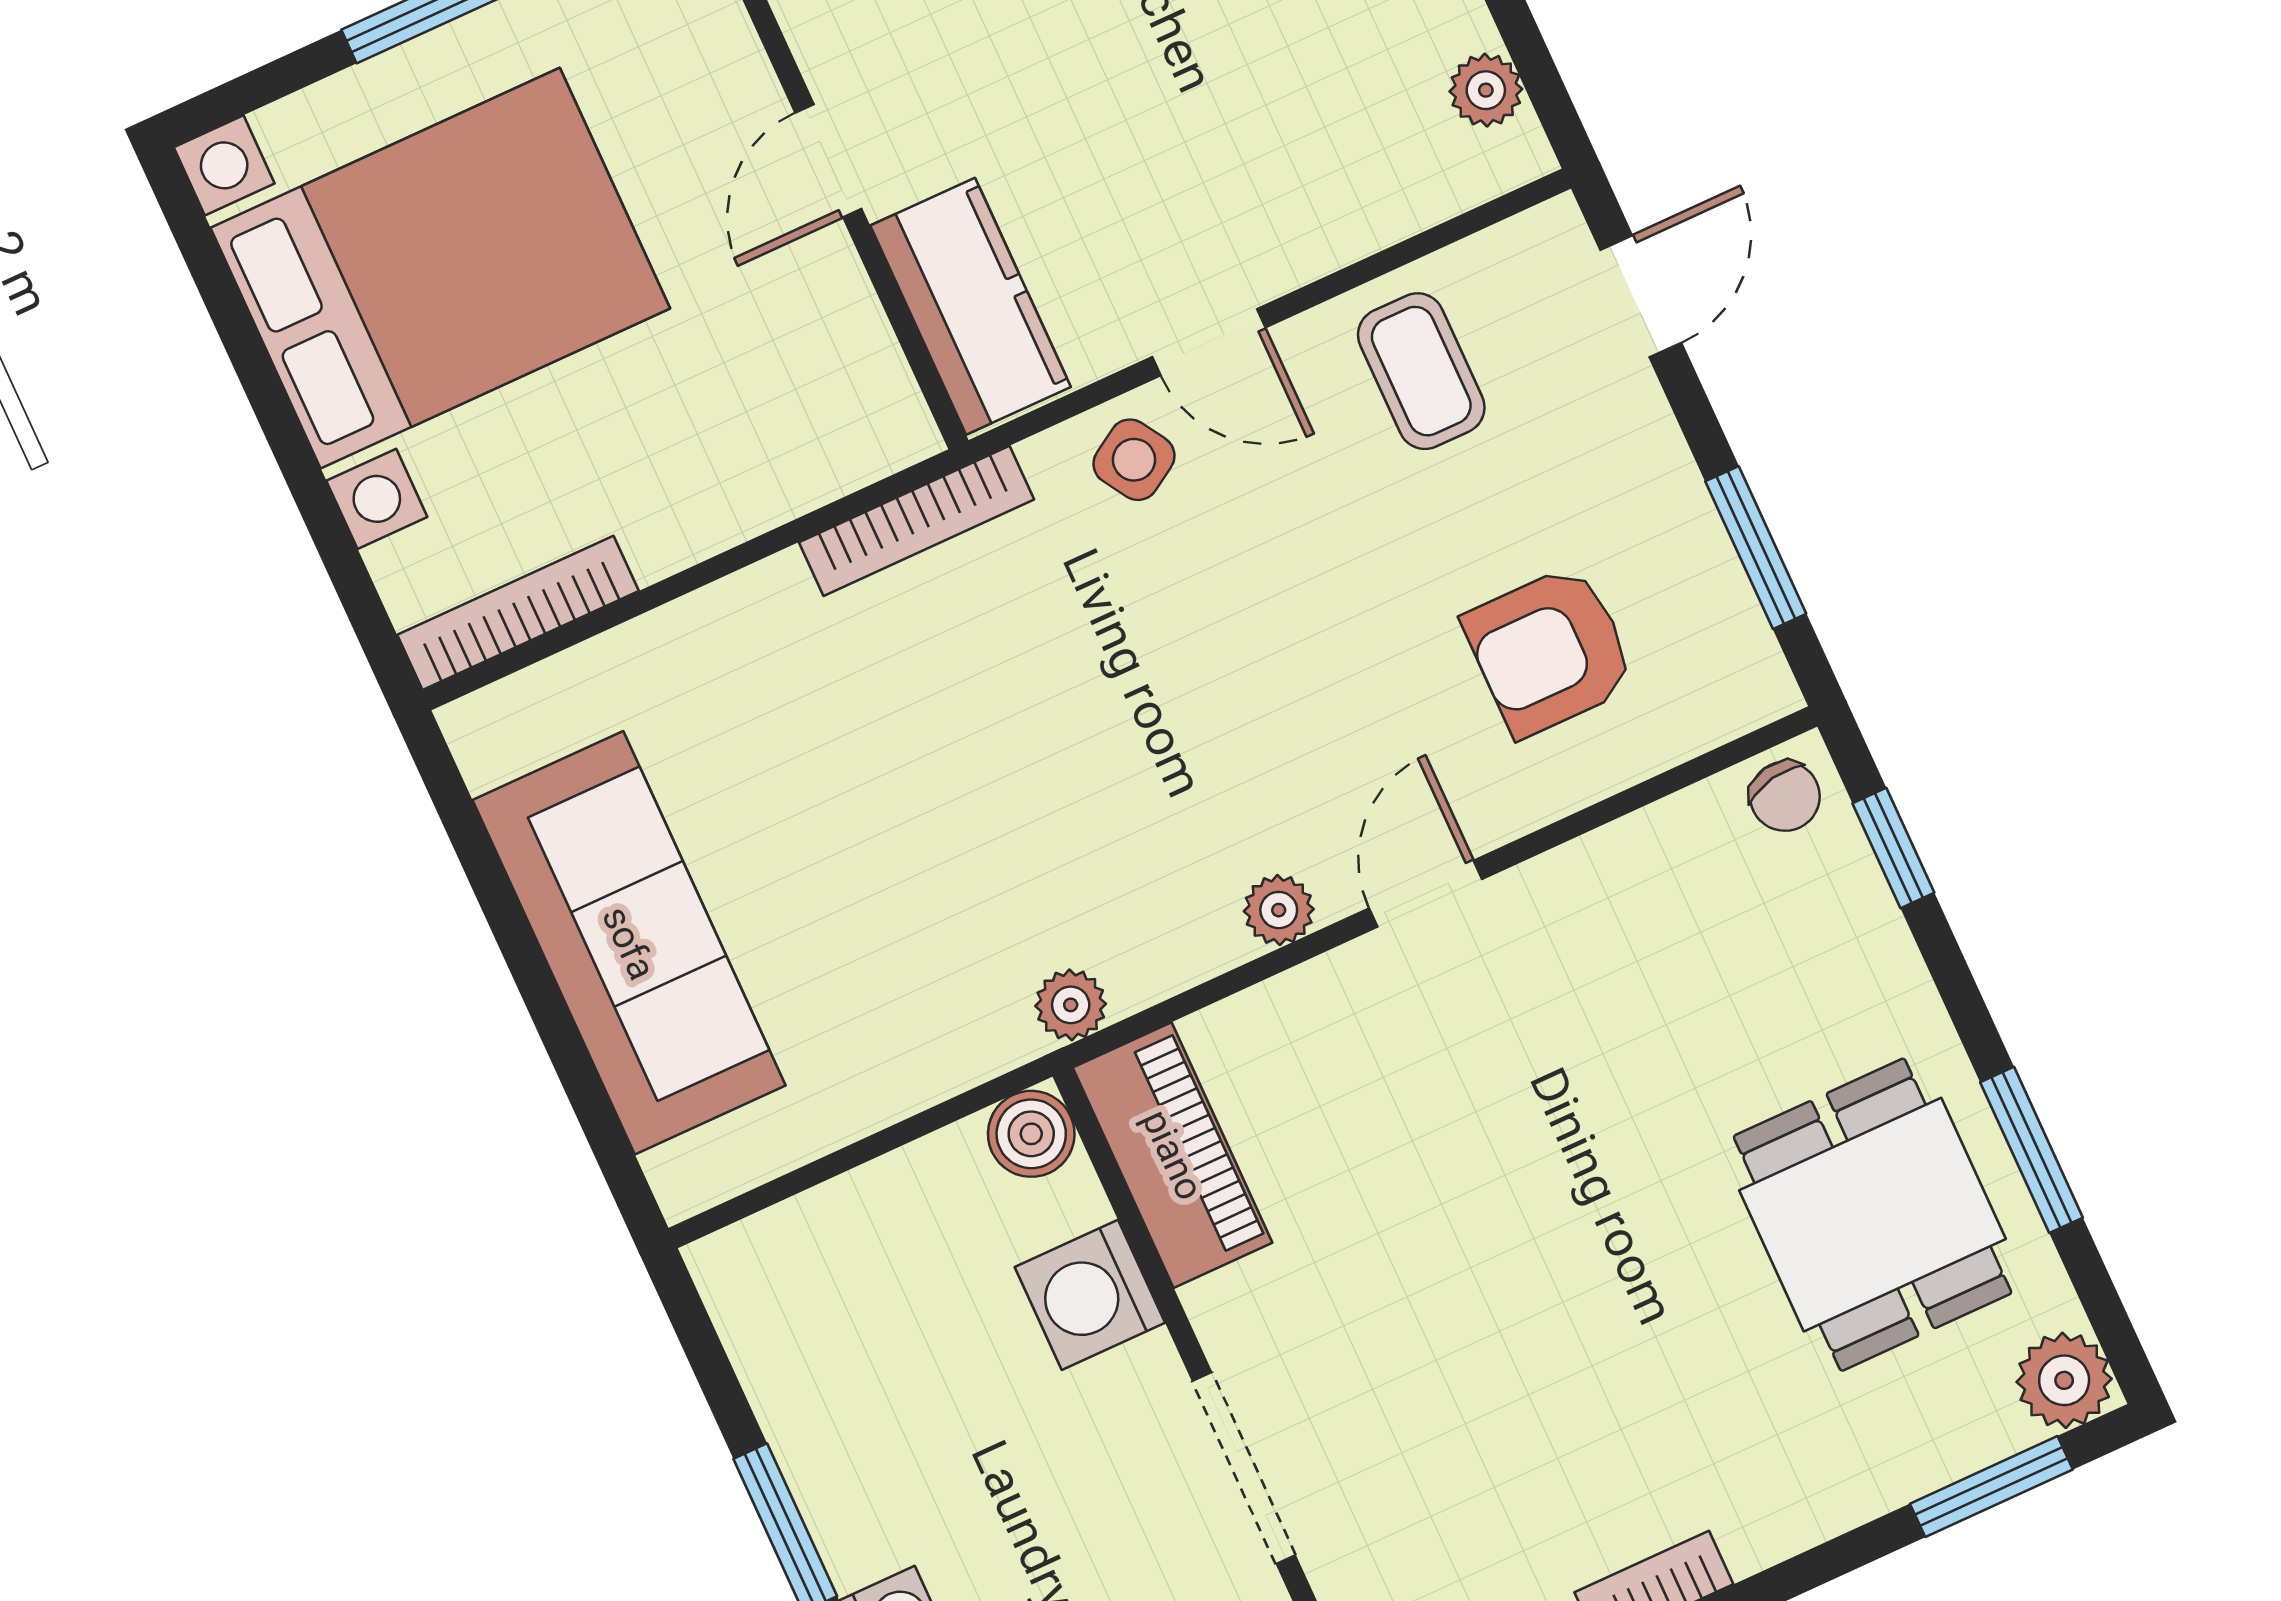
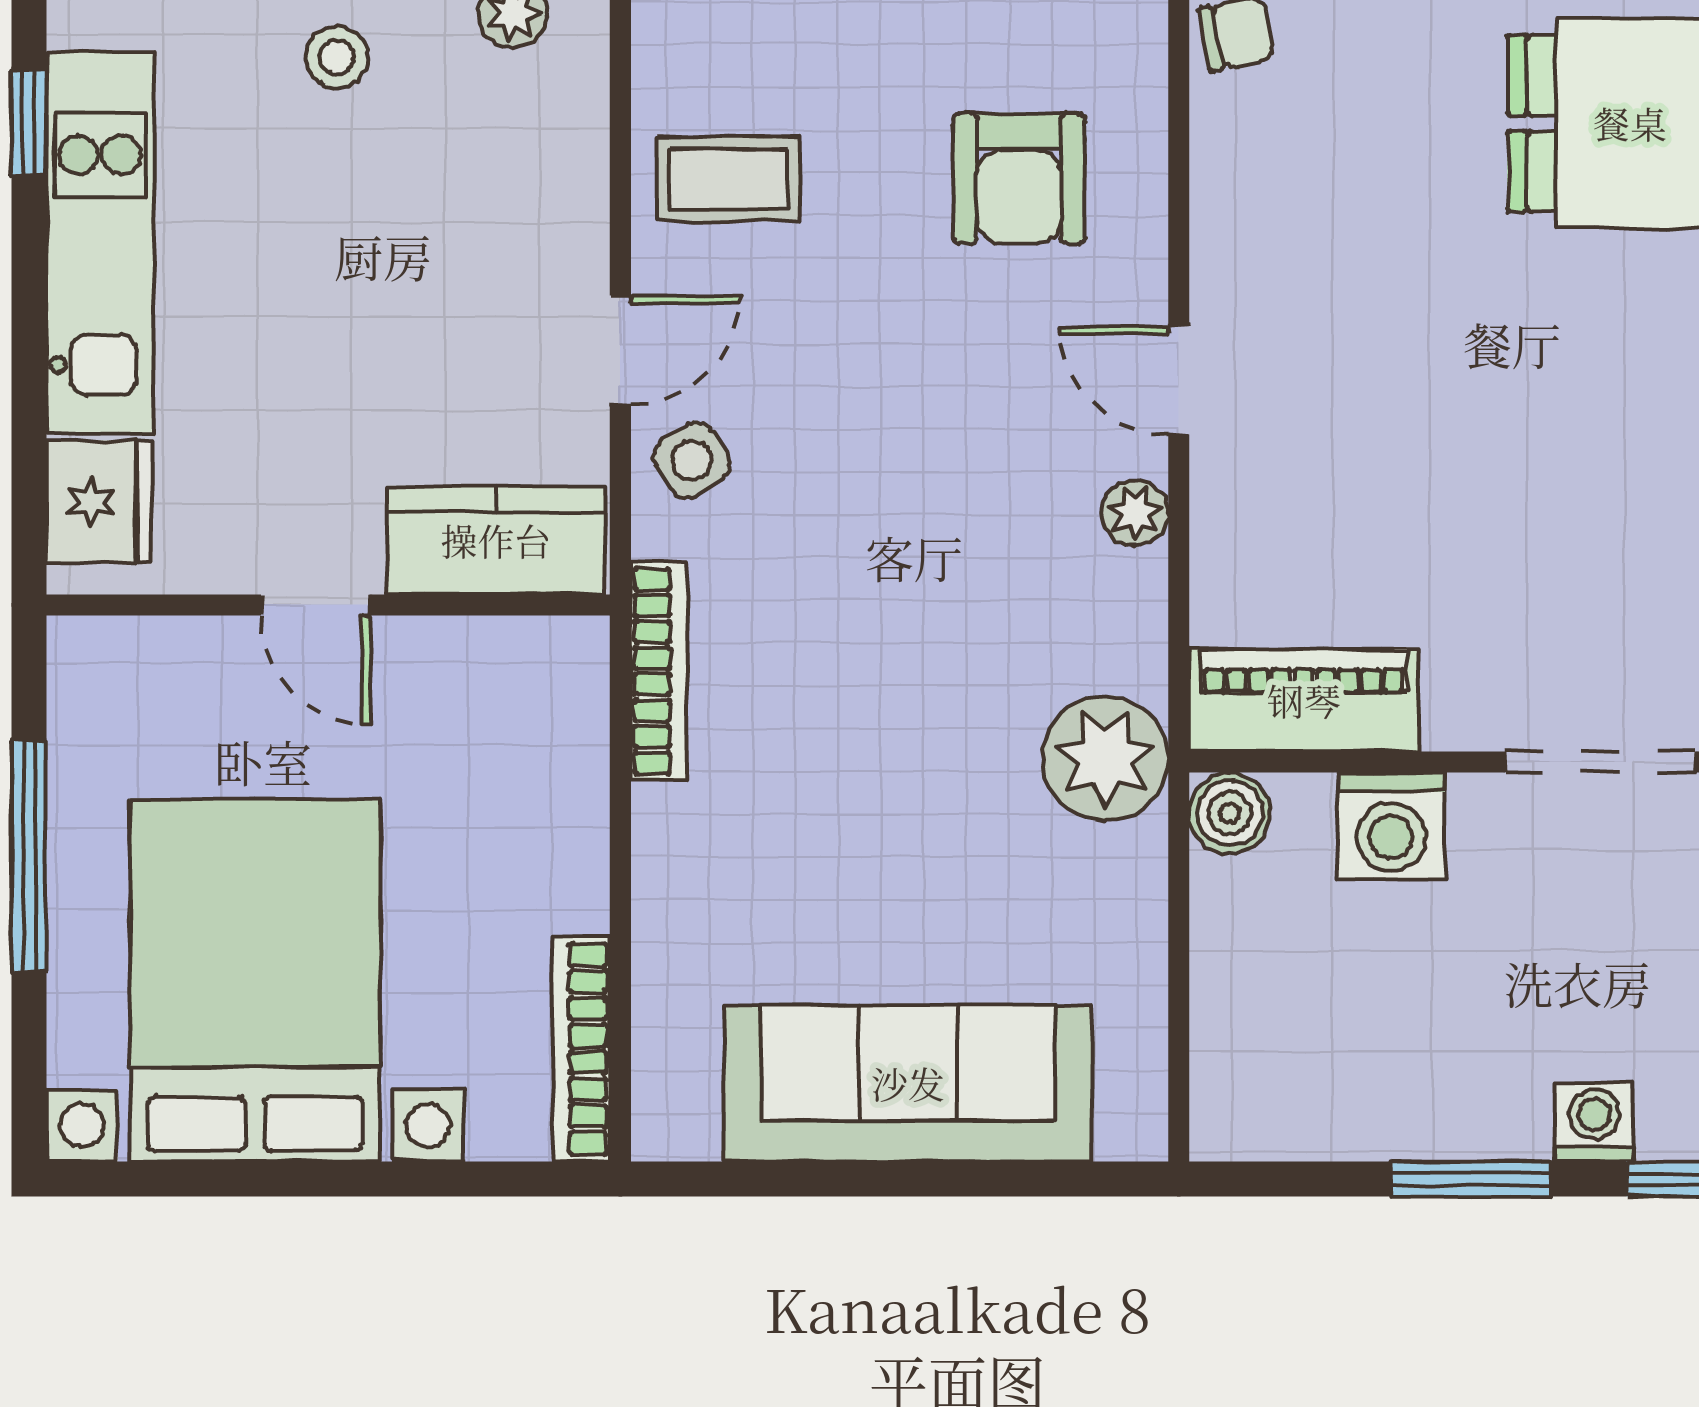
plant: (1071, 1005) -> (1105, 758), width x1.88, depth x1.88

